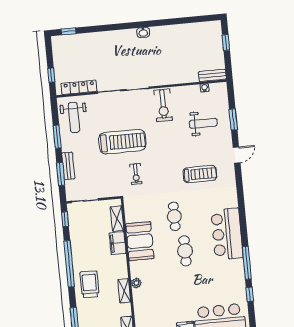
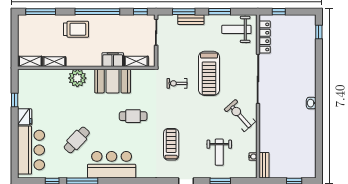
exercise bike: (163, 105) -> (240, 116), turned 48
treadmill: (200, 174) -> (171, 144), turned 180
cafe table: (185, 251) -> (77, 140), moved, turned -47
plant: (136, 283) -> (77, 78), width x1.87, depth x1.87
shelving: (124, 291) -> (54, 62), moved

